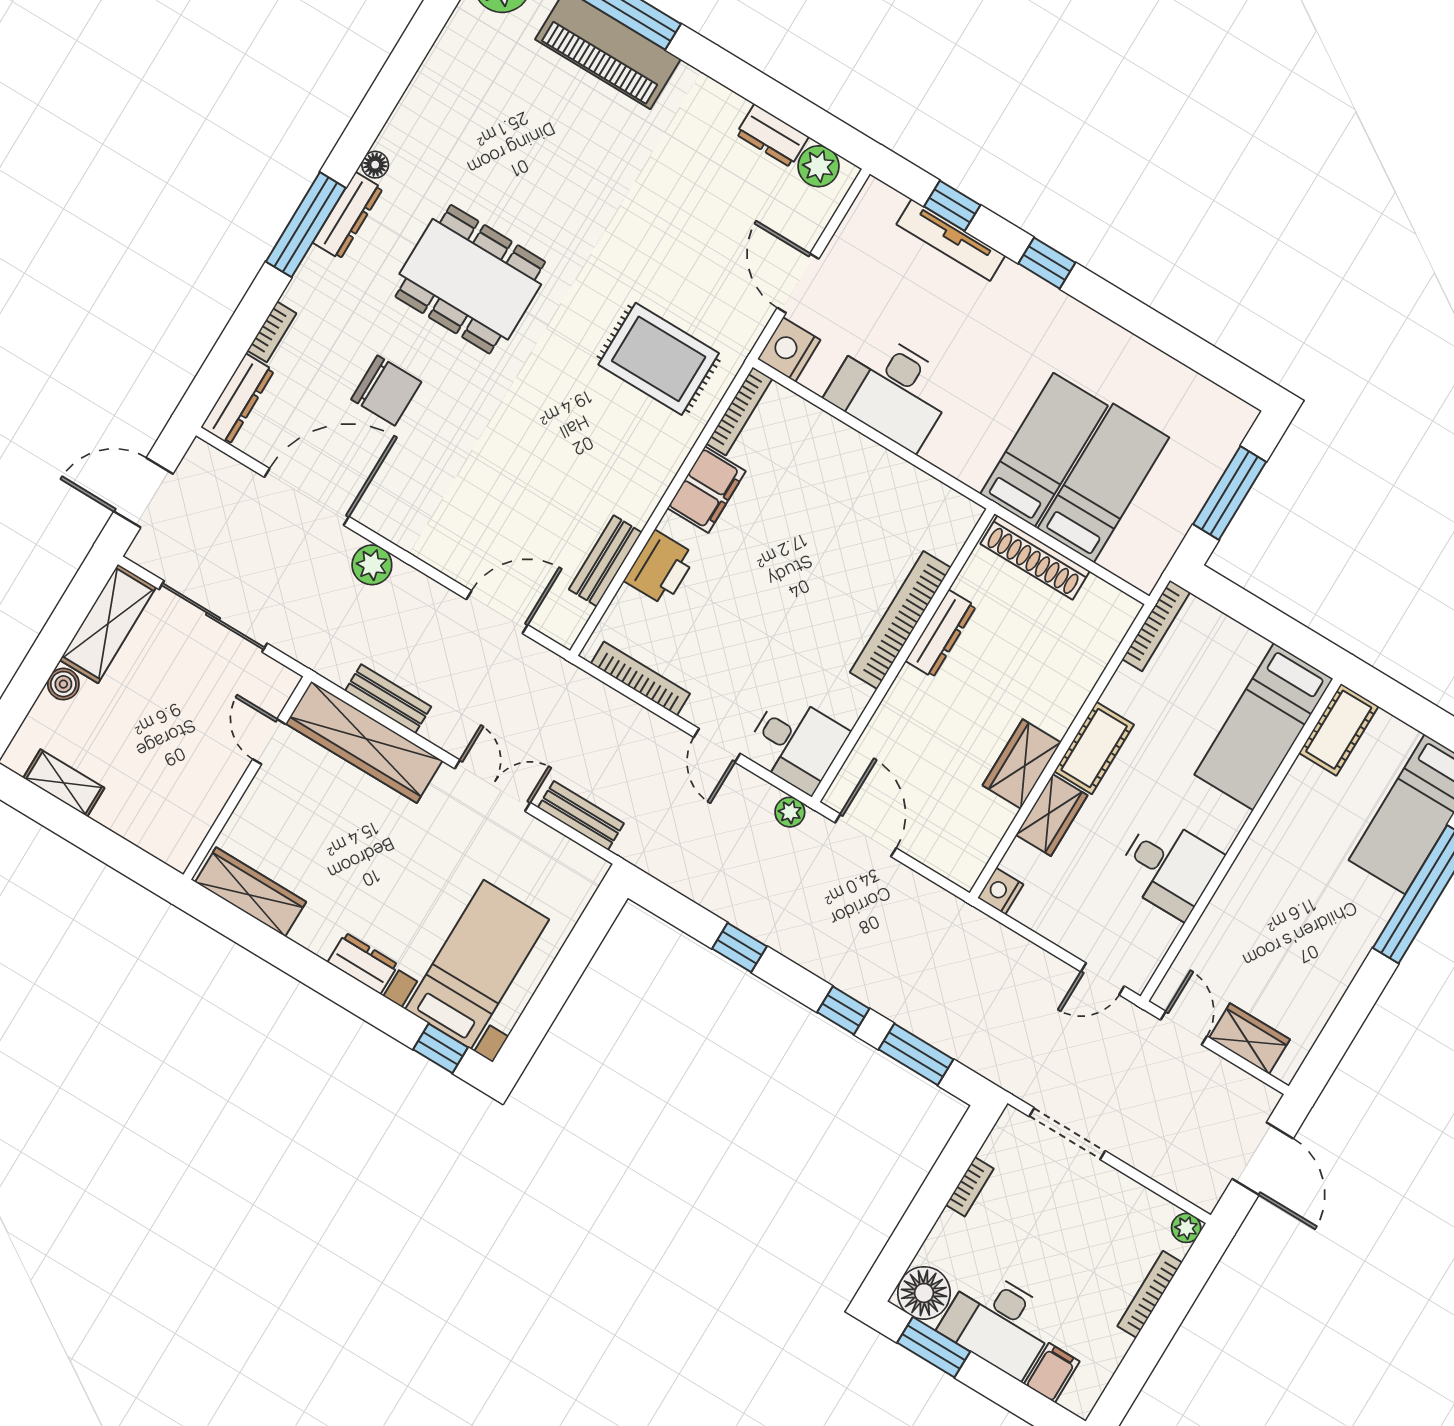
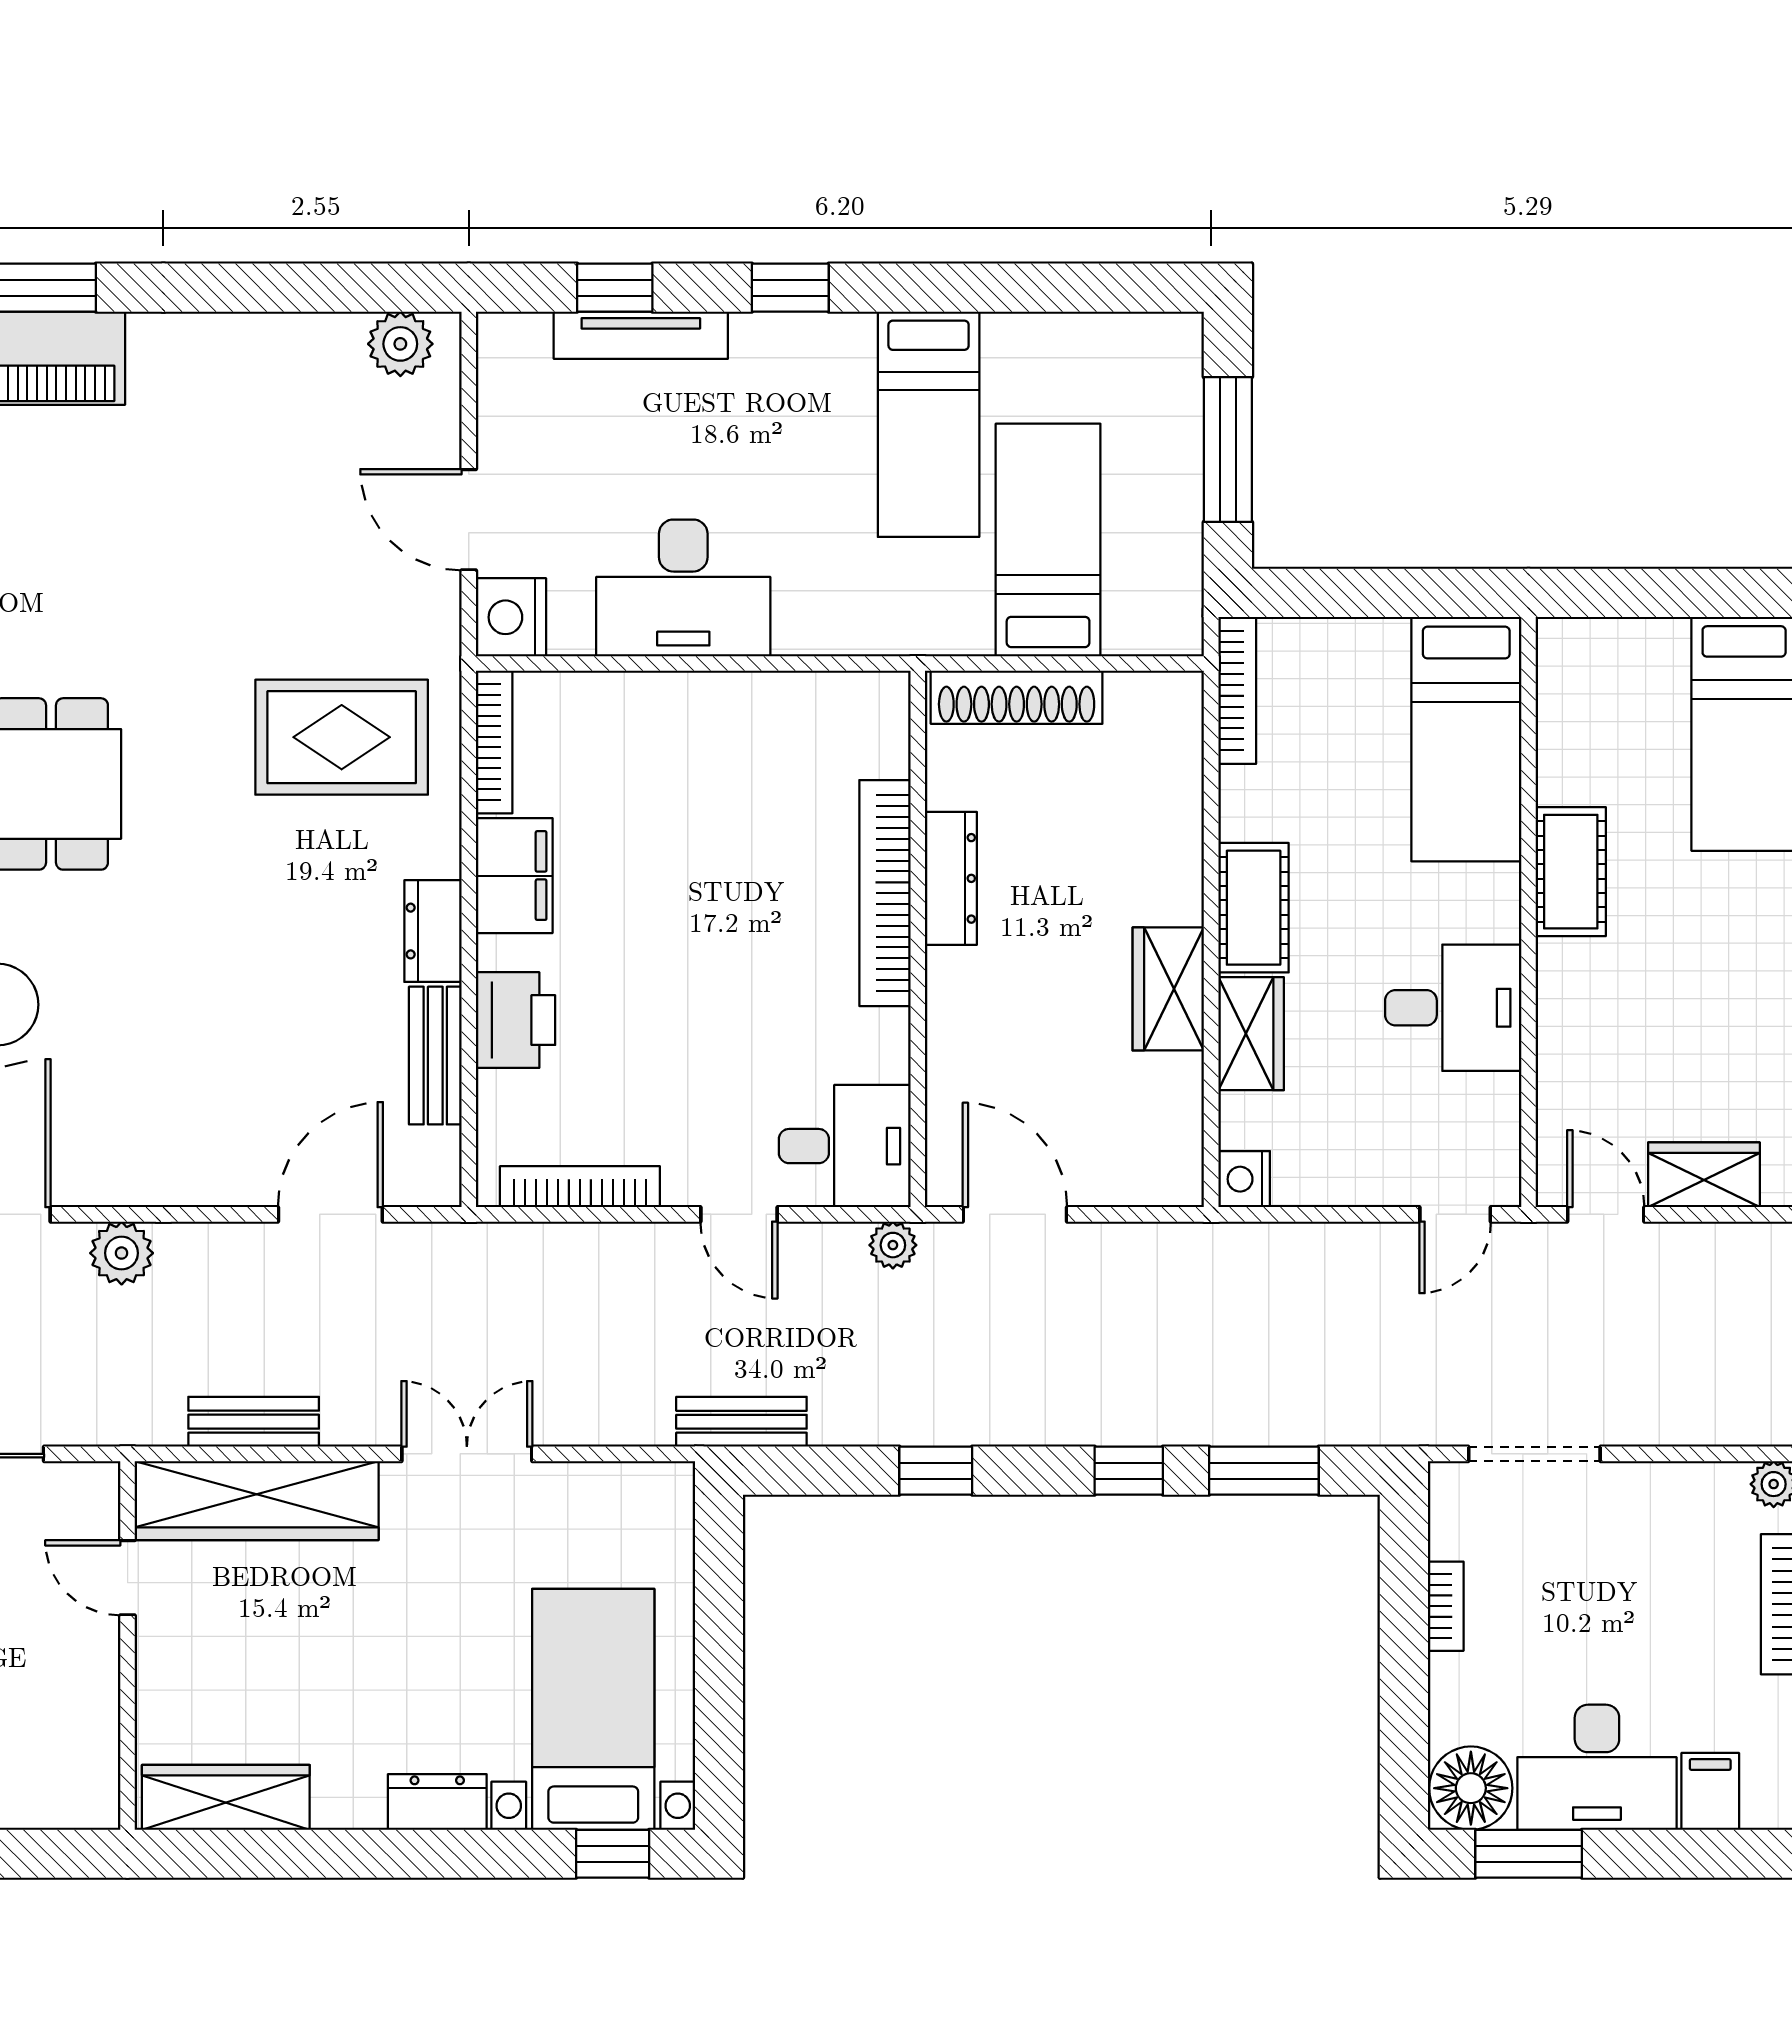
dresser: (772, 136) -> (433, 931), moved, turned 90
bed: (1044, 450) -> (929, 424), moved, turned 180
cot: (1339, 730) -> (1571, 872), moved
bench: (581, 816) -> (741, 1422), moved

